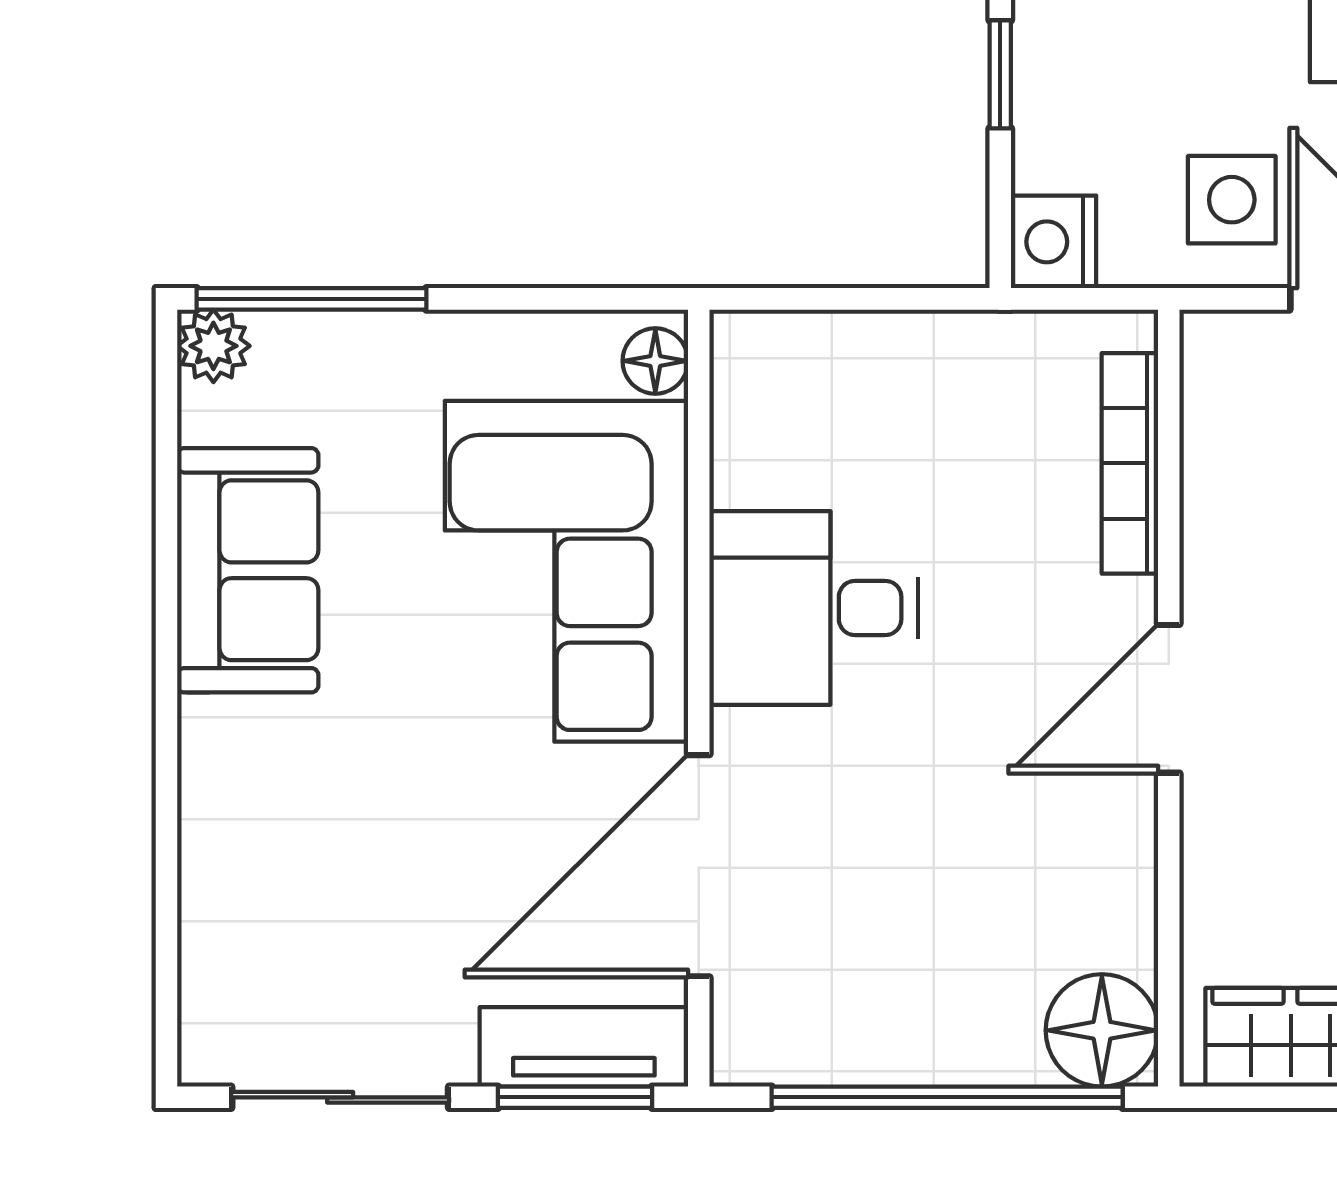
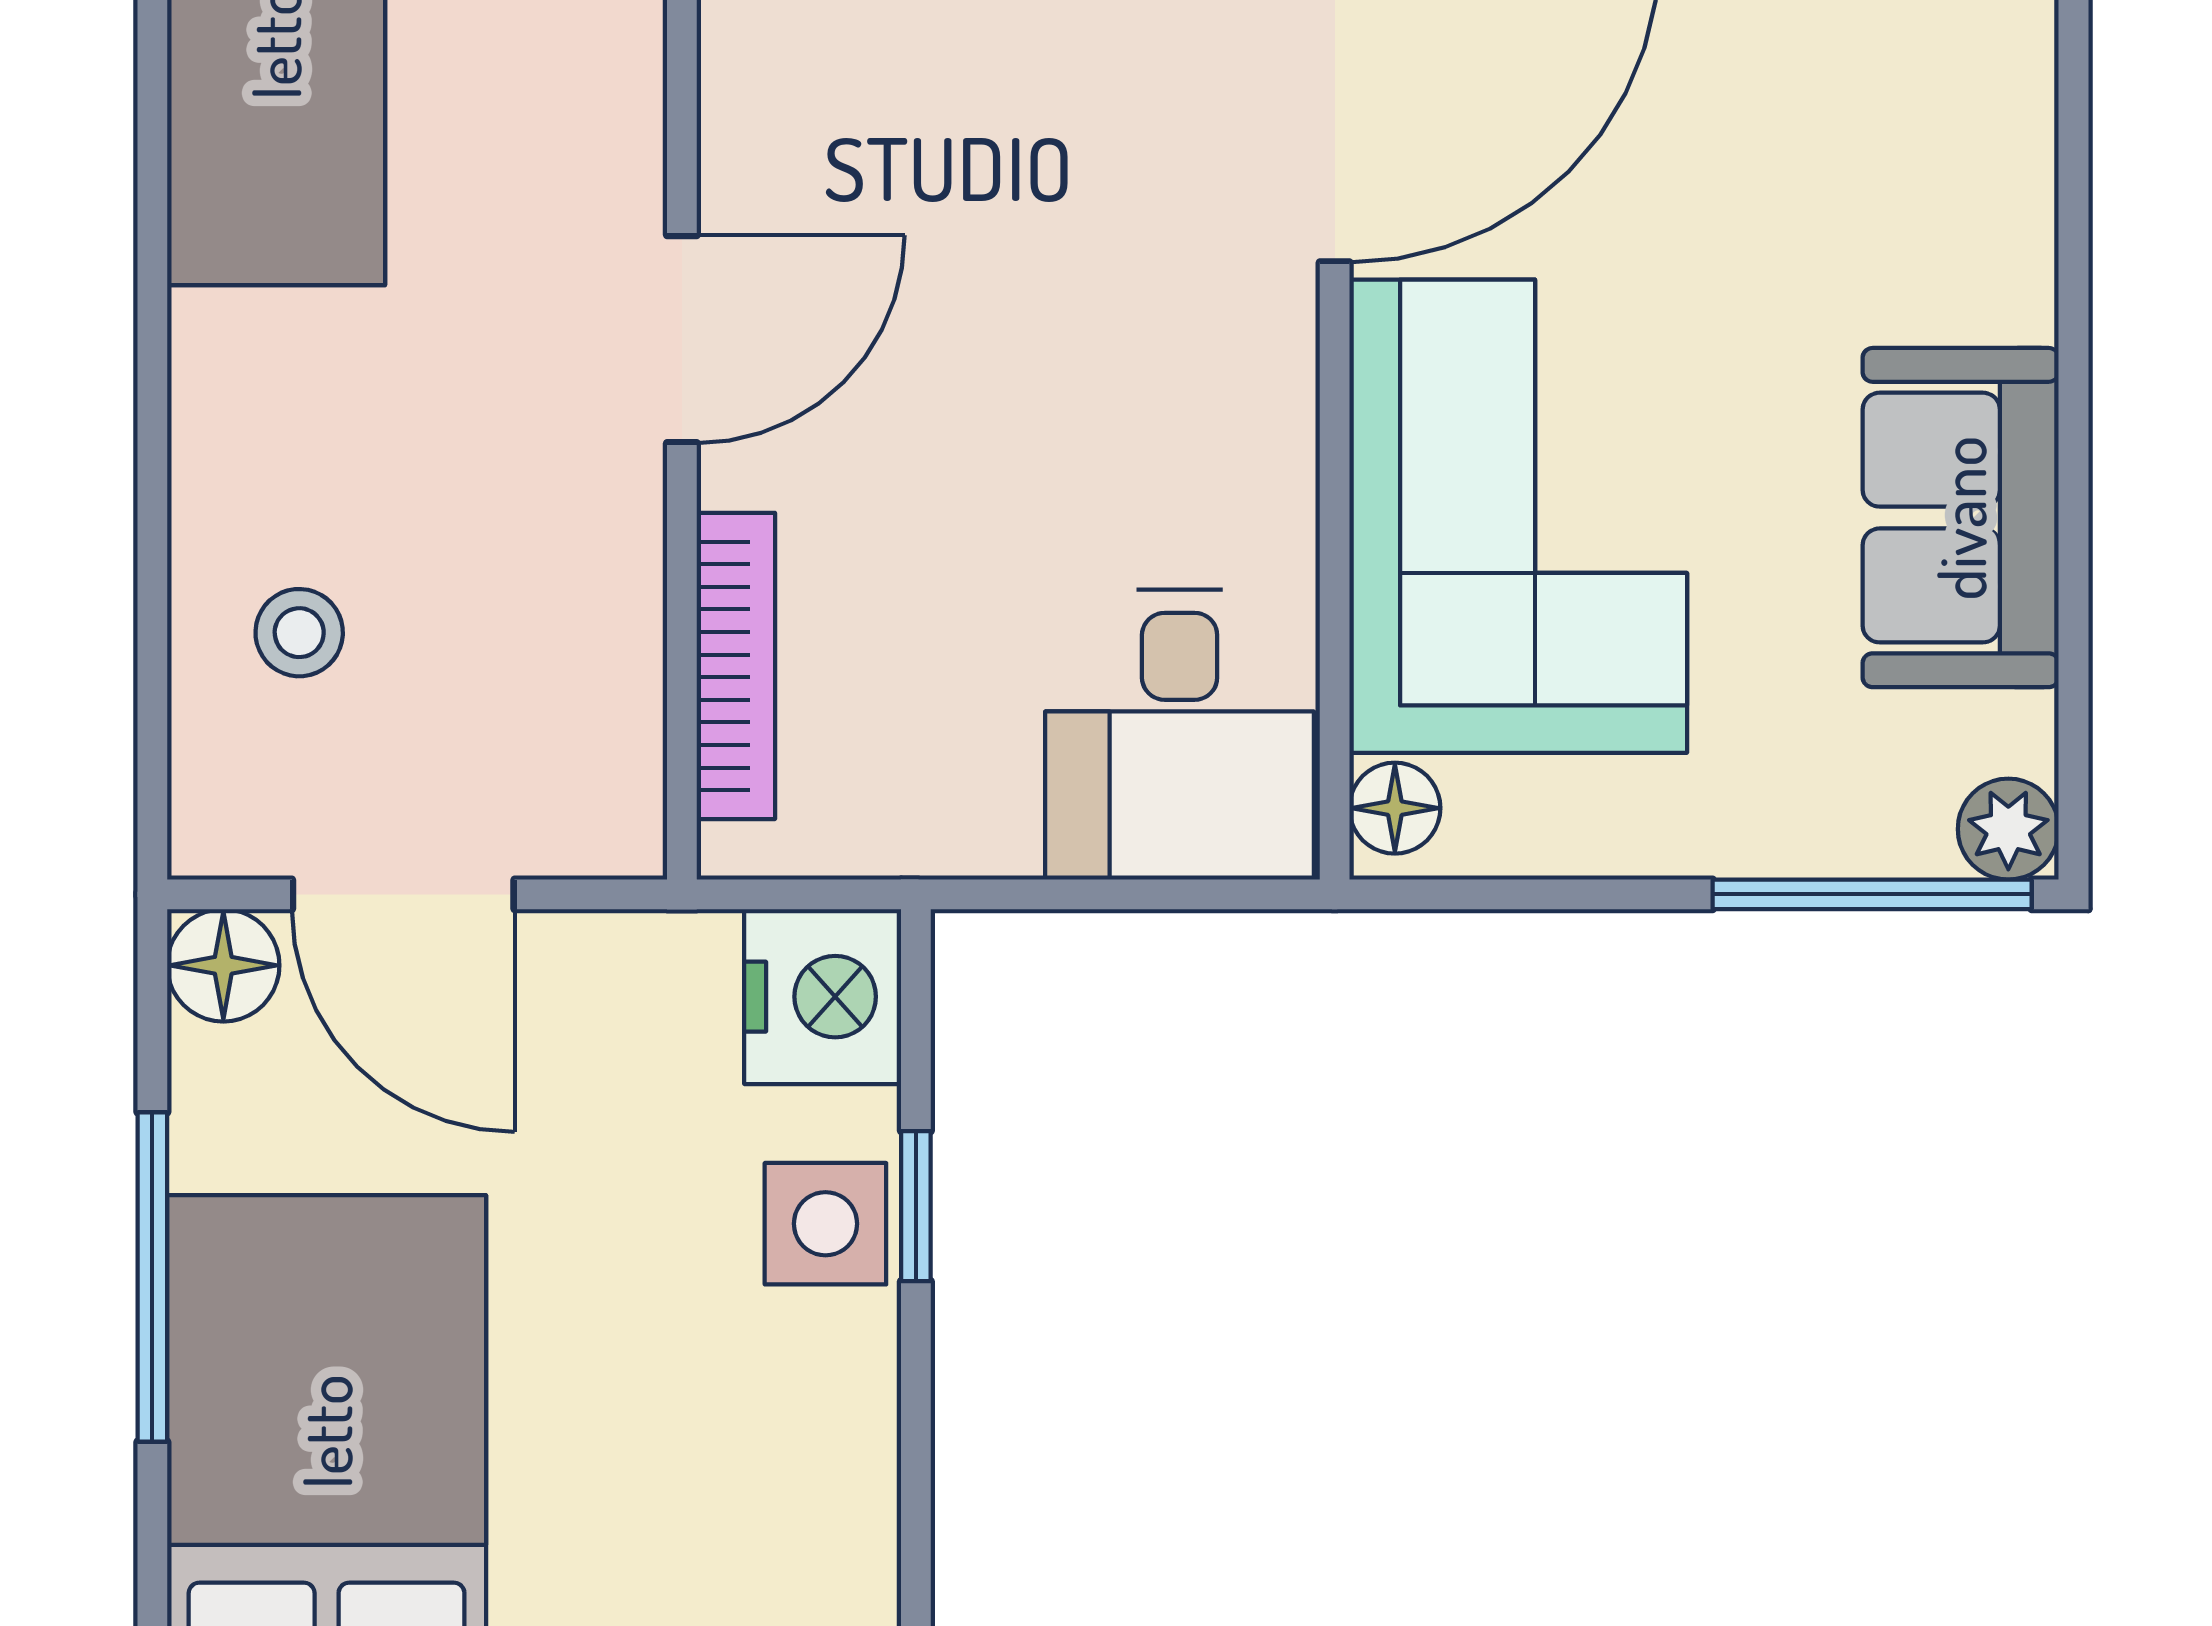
side table: (1232, 200) -> (825, 1224), moved
nightstand: (1054, 242) -> (823, 997), width x1.36, depth x1.33
desk: (814, 608) -> (1180, 735), moved, turned 90

